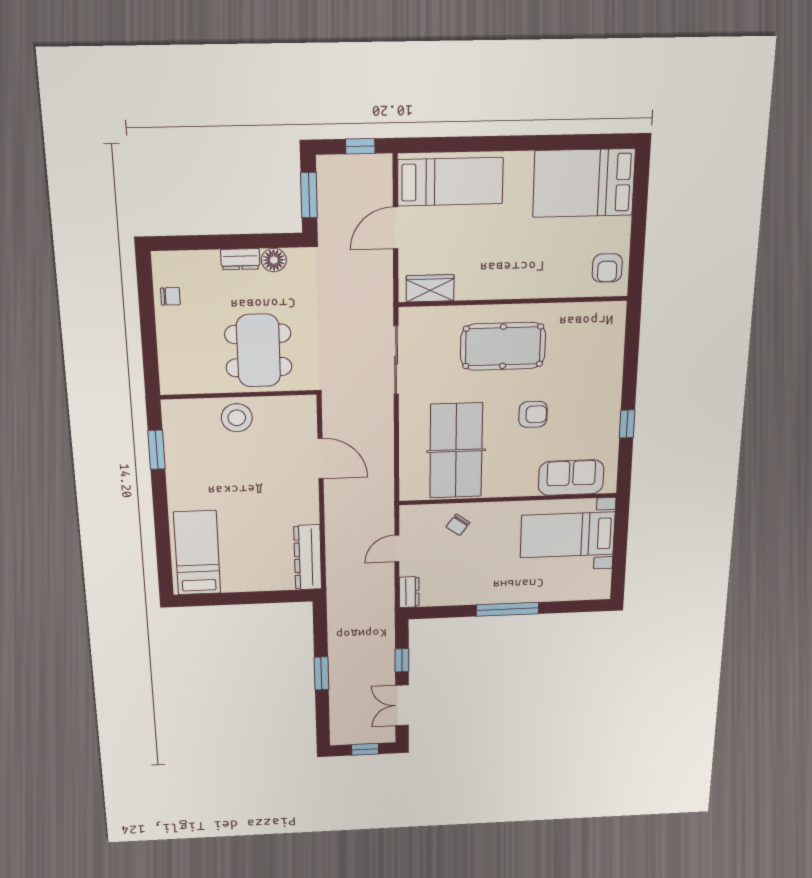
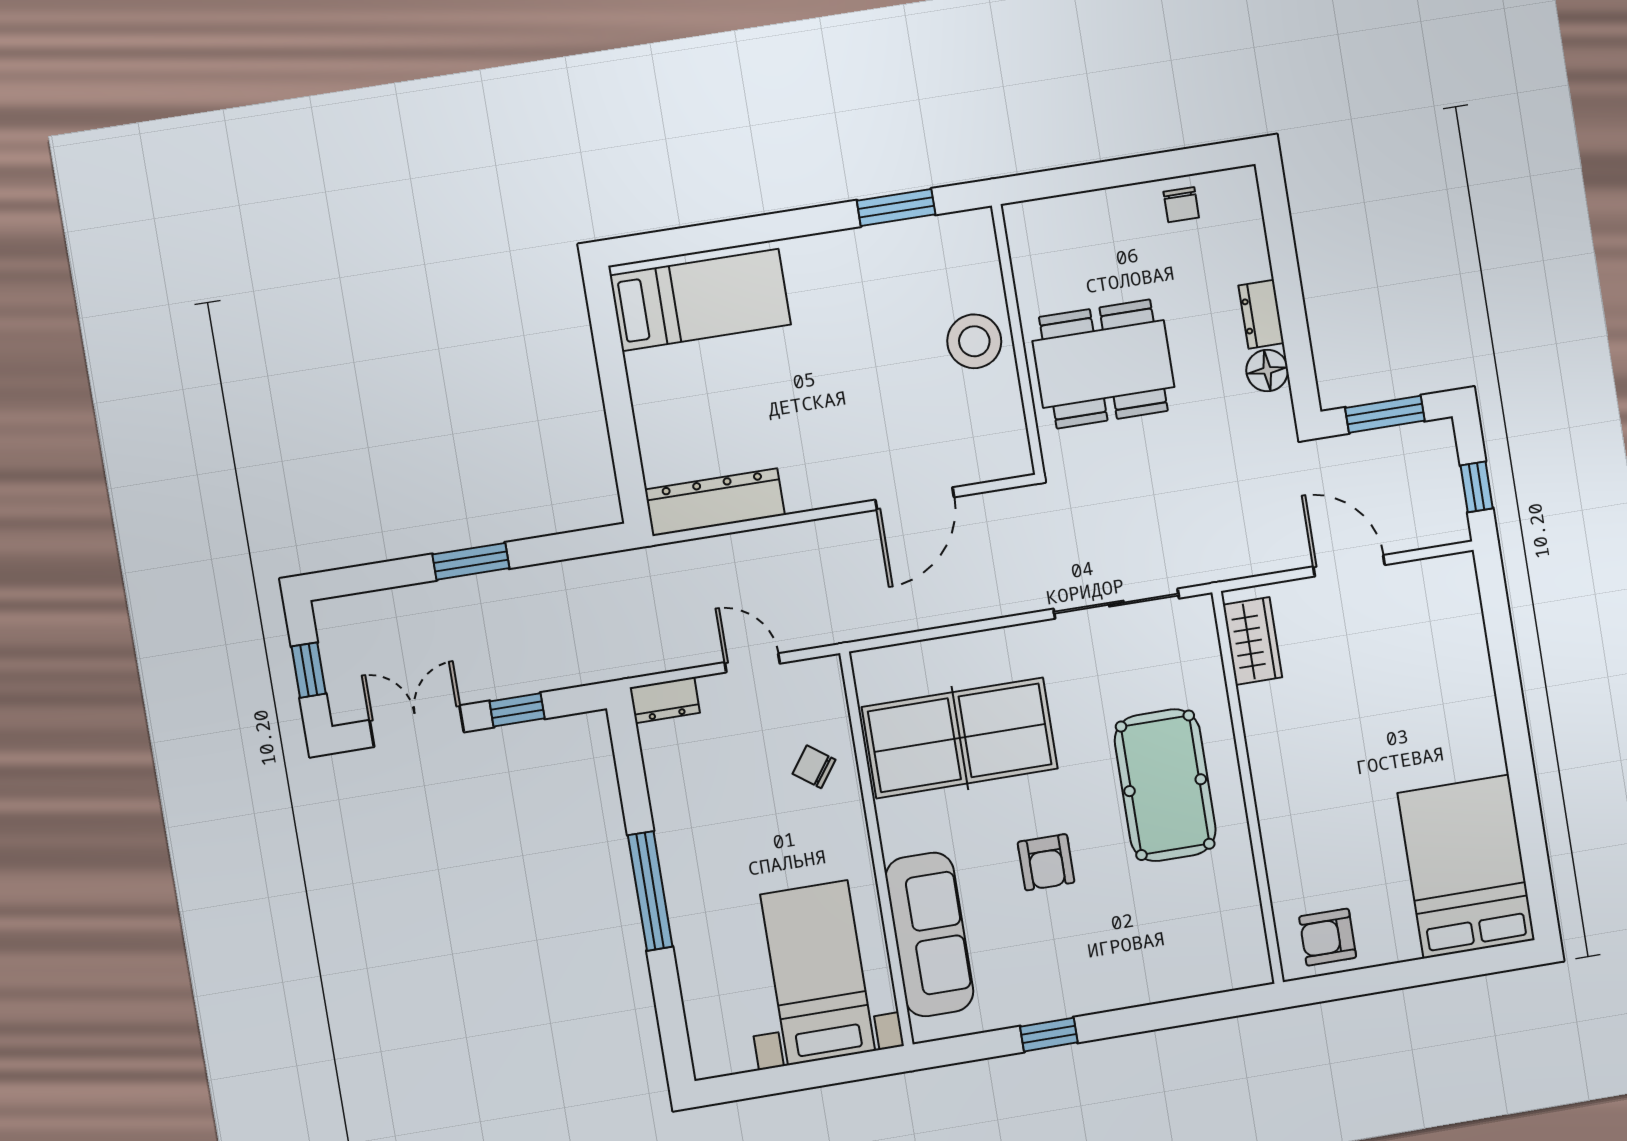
bed: (450, 182) -> (1439, 644), removed
sofa: (571, 478) -> (929, 935), width x1.36

